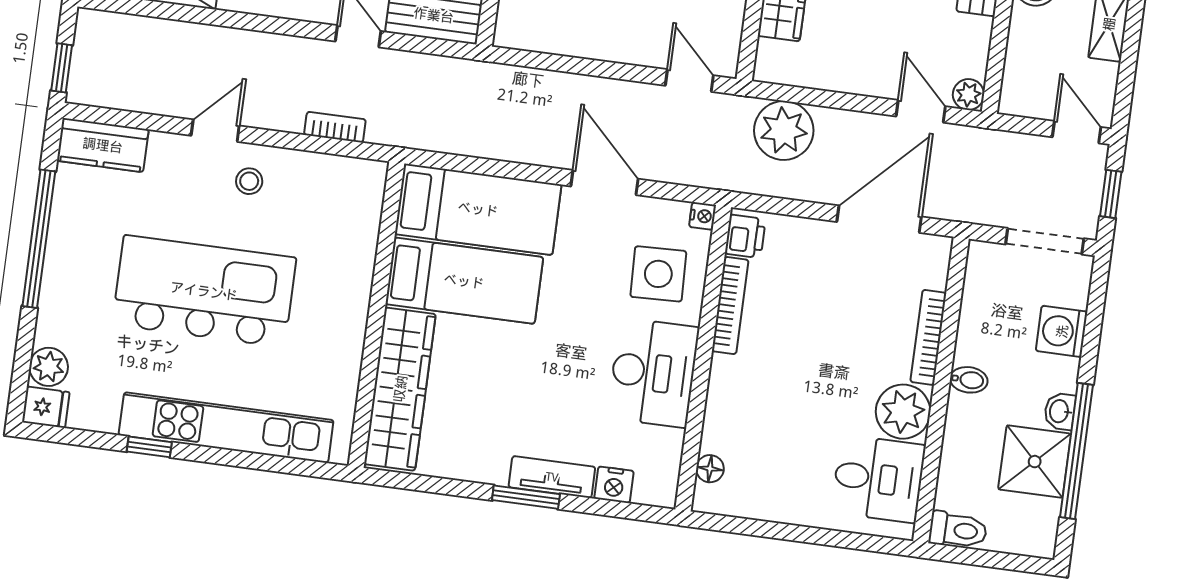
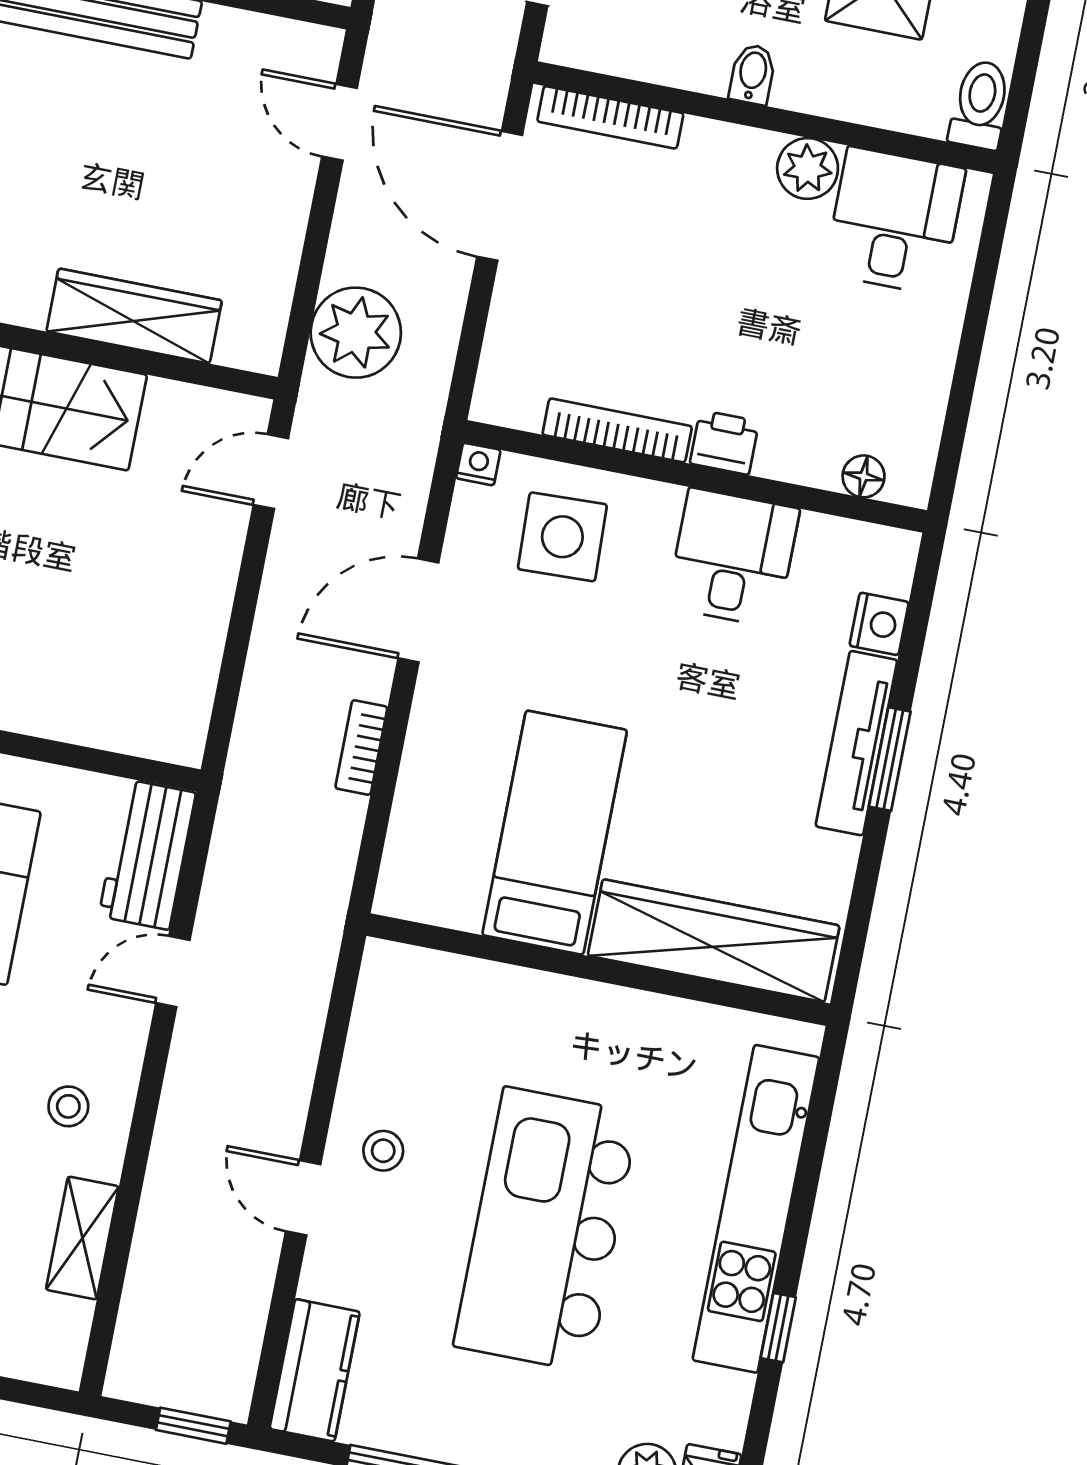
plant: (968, 95) -> (318, 48), removed
door: (921, 111) -> (339, 122), hinge flipped
bookcase: (335, 127) -> (361, 748), moved
bed: (478, 209) -> (447, 805), removed
printer: (745, 236) -> (724, 442), moved
bookcase: (928, 337) -> (610, 117), moved
desk: (653, 373) -> (733, 558), width x0.73
plant: (903, 412) -> (808, 168), width x0.73, depth x0.73
tv unit: (552, 477) -> (856, 743), width x1.41

